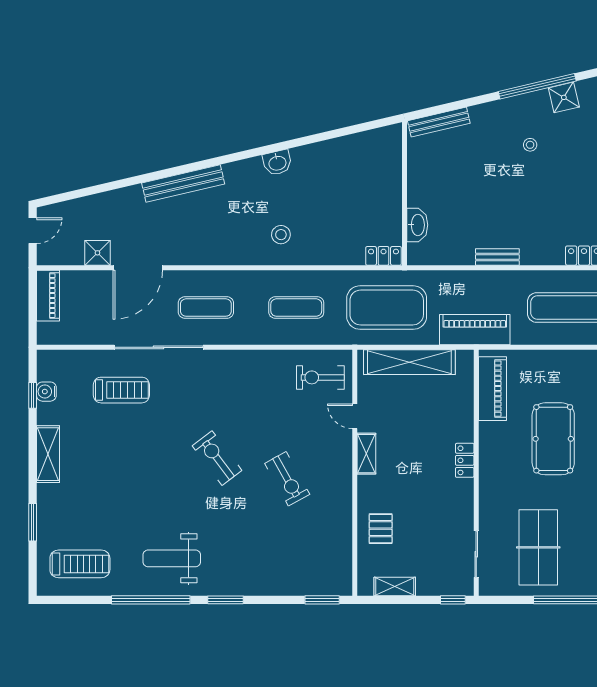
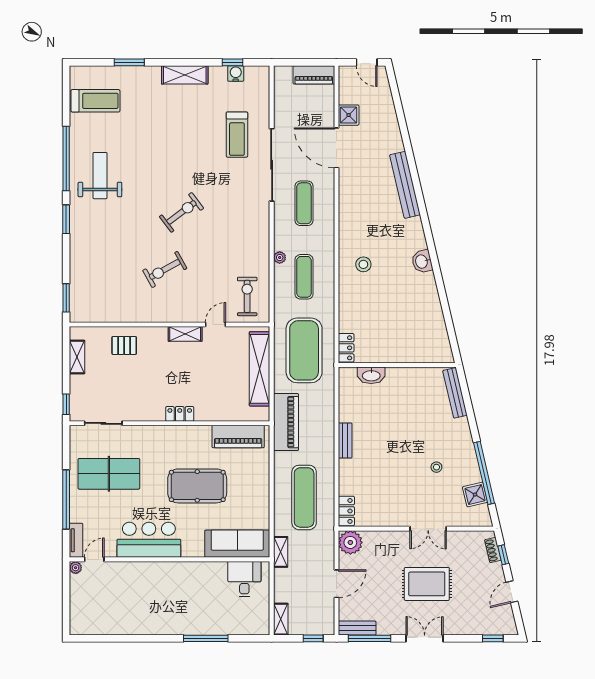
plant: (272, 337) -> (280, 258), added
treadmill: (80, 564) -> (95, 101), turned -90

